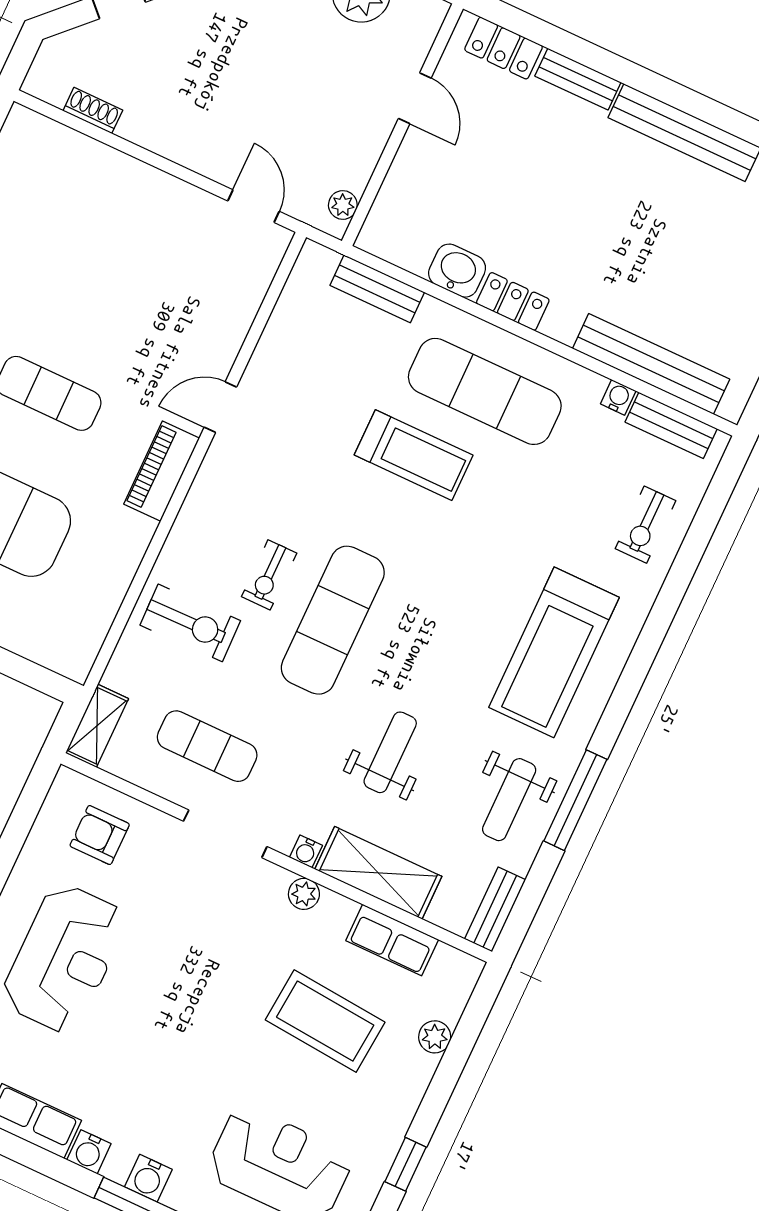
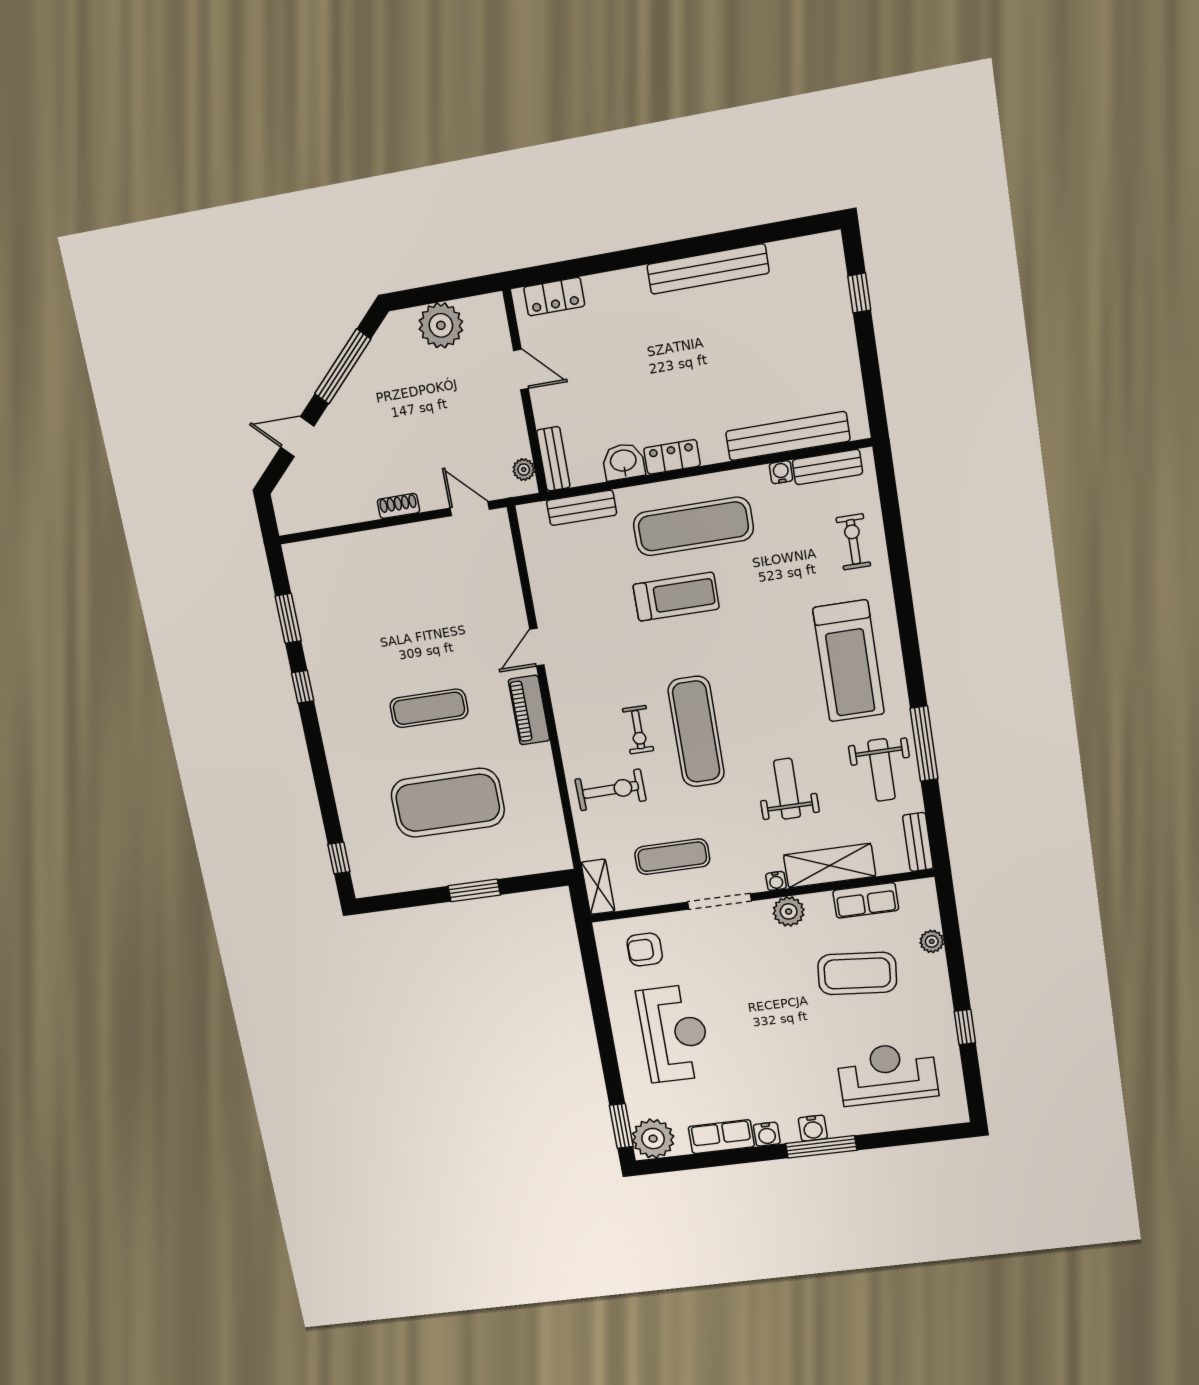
bench: (578, 79) -> (553, 459), moved, turned 90
shoe rack: (93, 110) -> (398, 506), moved
exercise bike: (645, 525) -> (853, 542), turned 180
plant: (304, 894) -> (789, 911), width x1.38, depth x1.38

